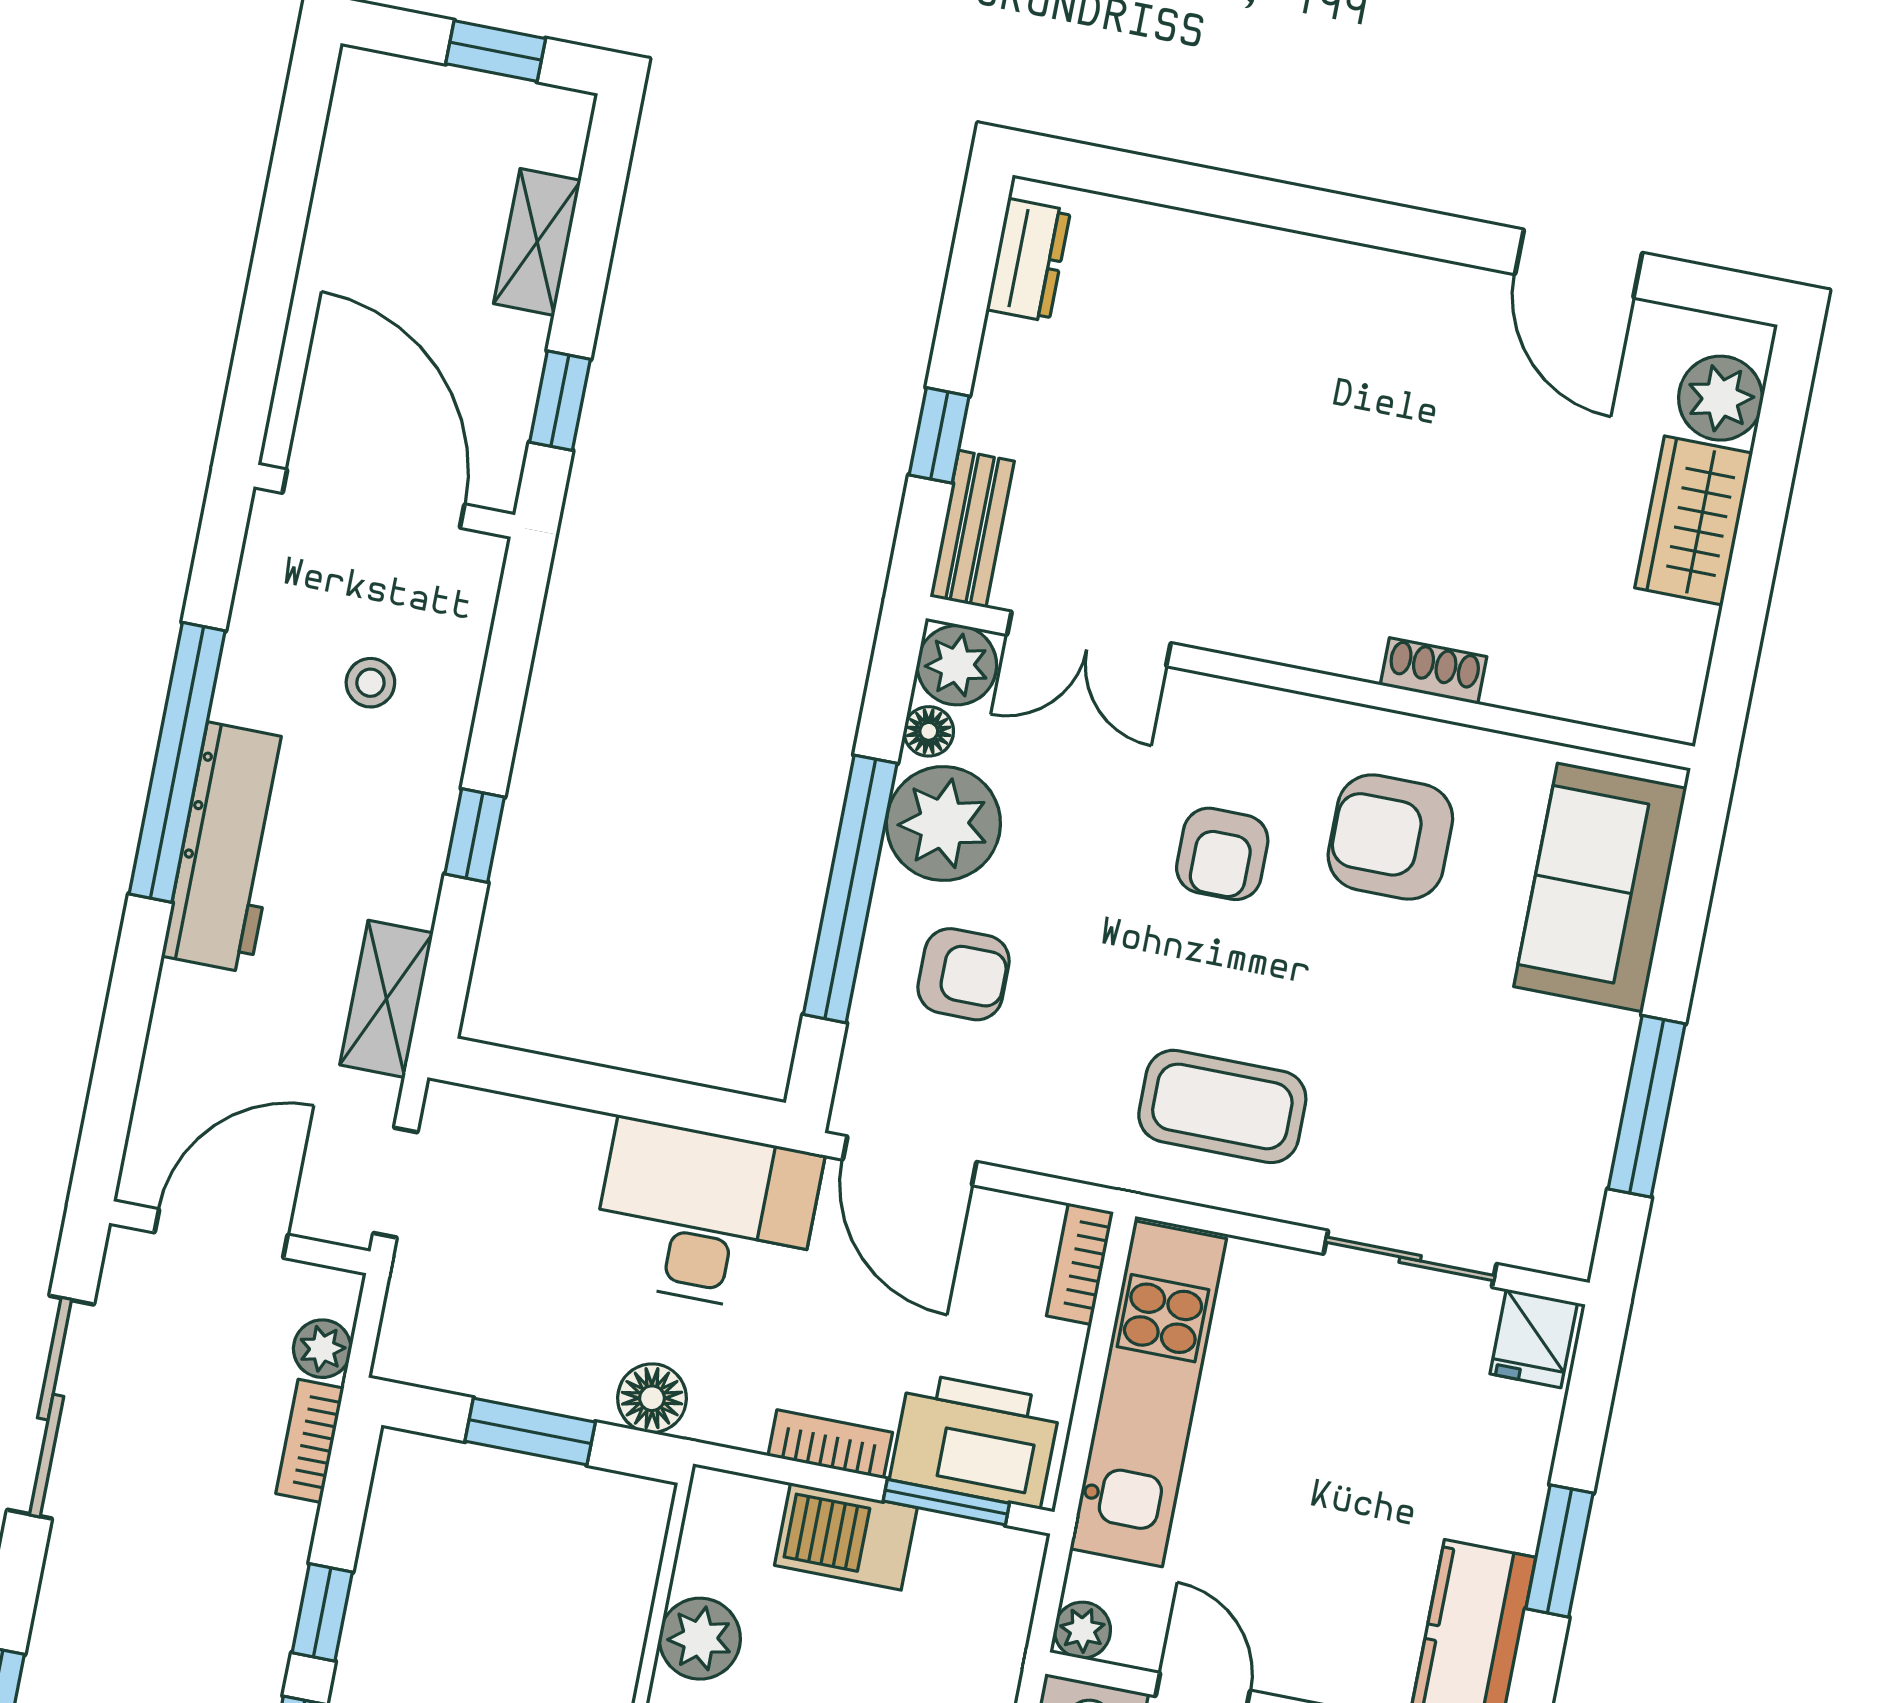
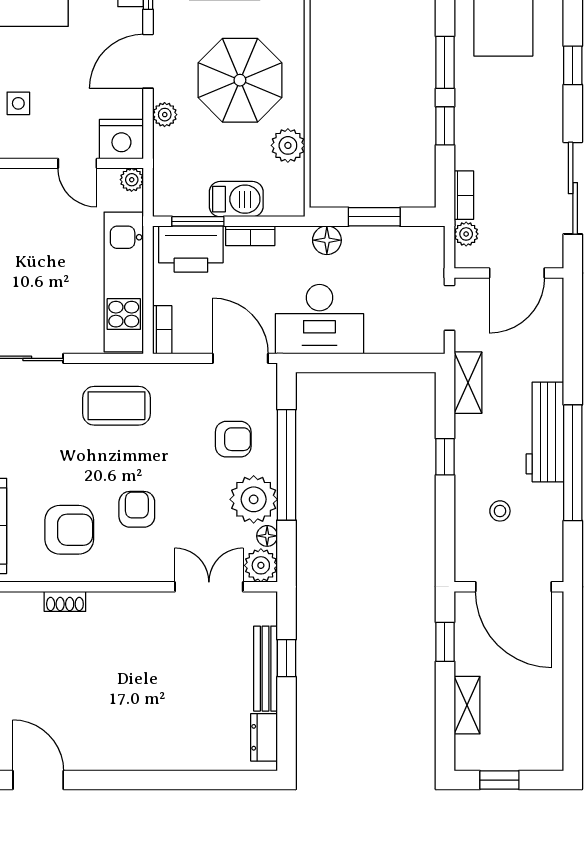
bench: (972, 529) -> (266, 669), moved, width x1.36
armchair: (964, 974) -> (233, 439), turned 180

